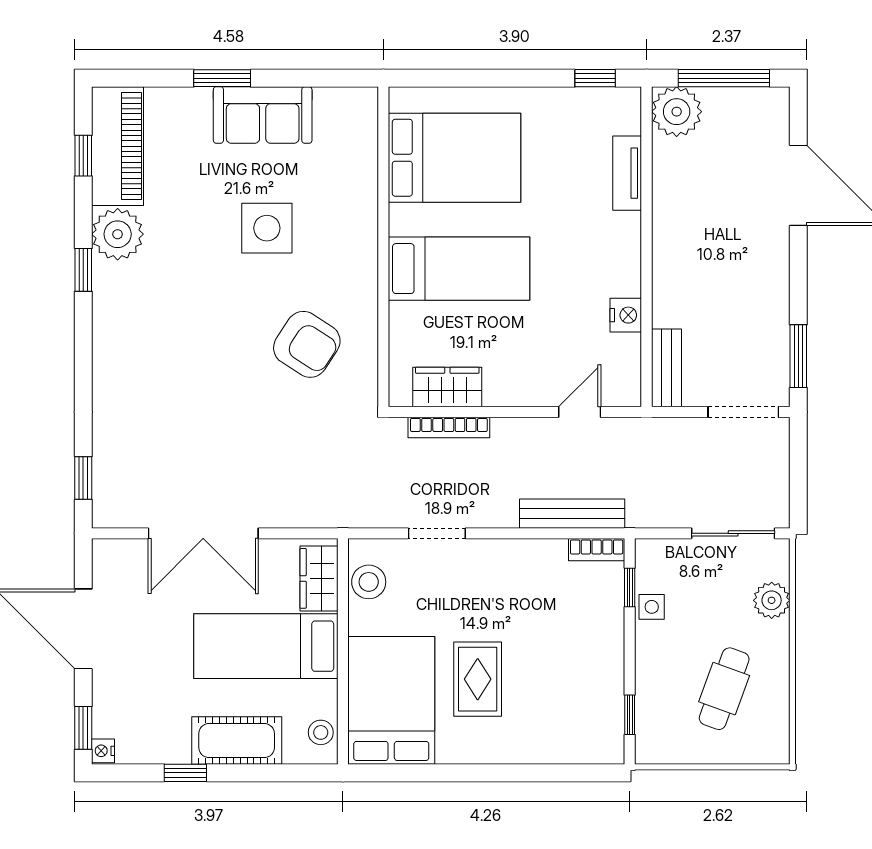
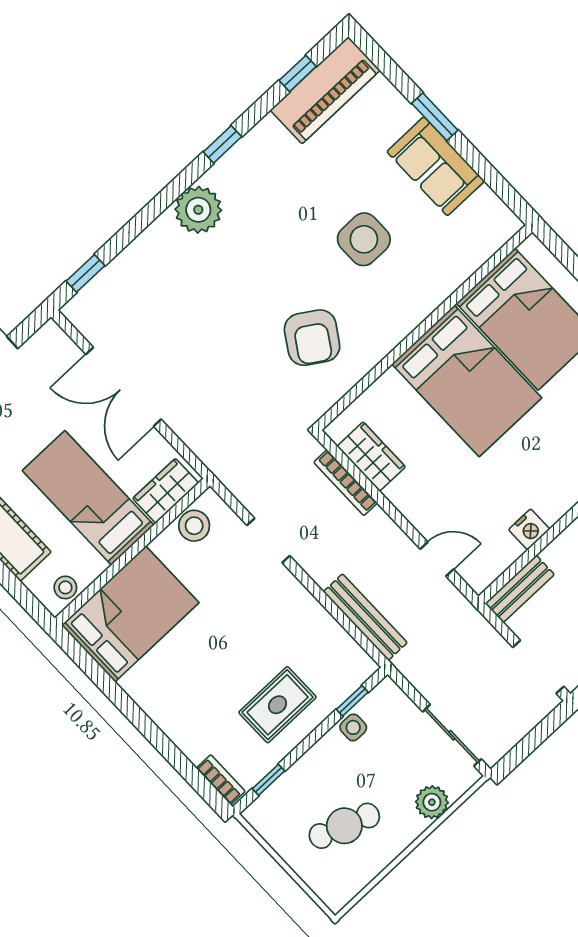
plant: (118, 234) -> (198, 210), moved
bed: (459, 269) -> (467, 381), width x1.50
bookcase: (597, 550) -> (221, 780), moved, turned 180
rug: (478, 679) -> (277, 705), moved

